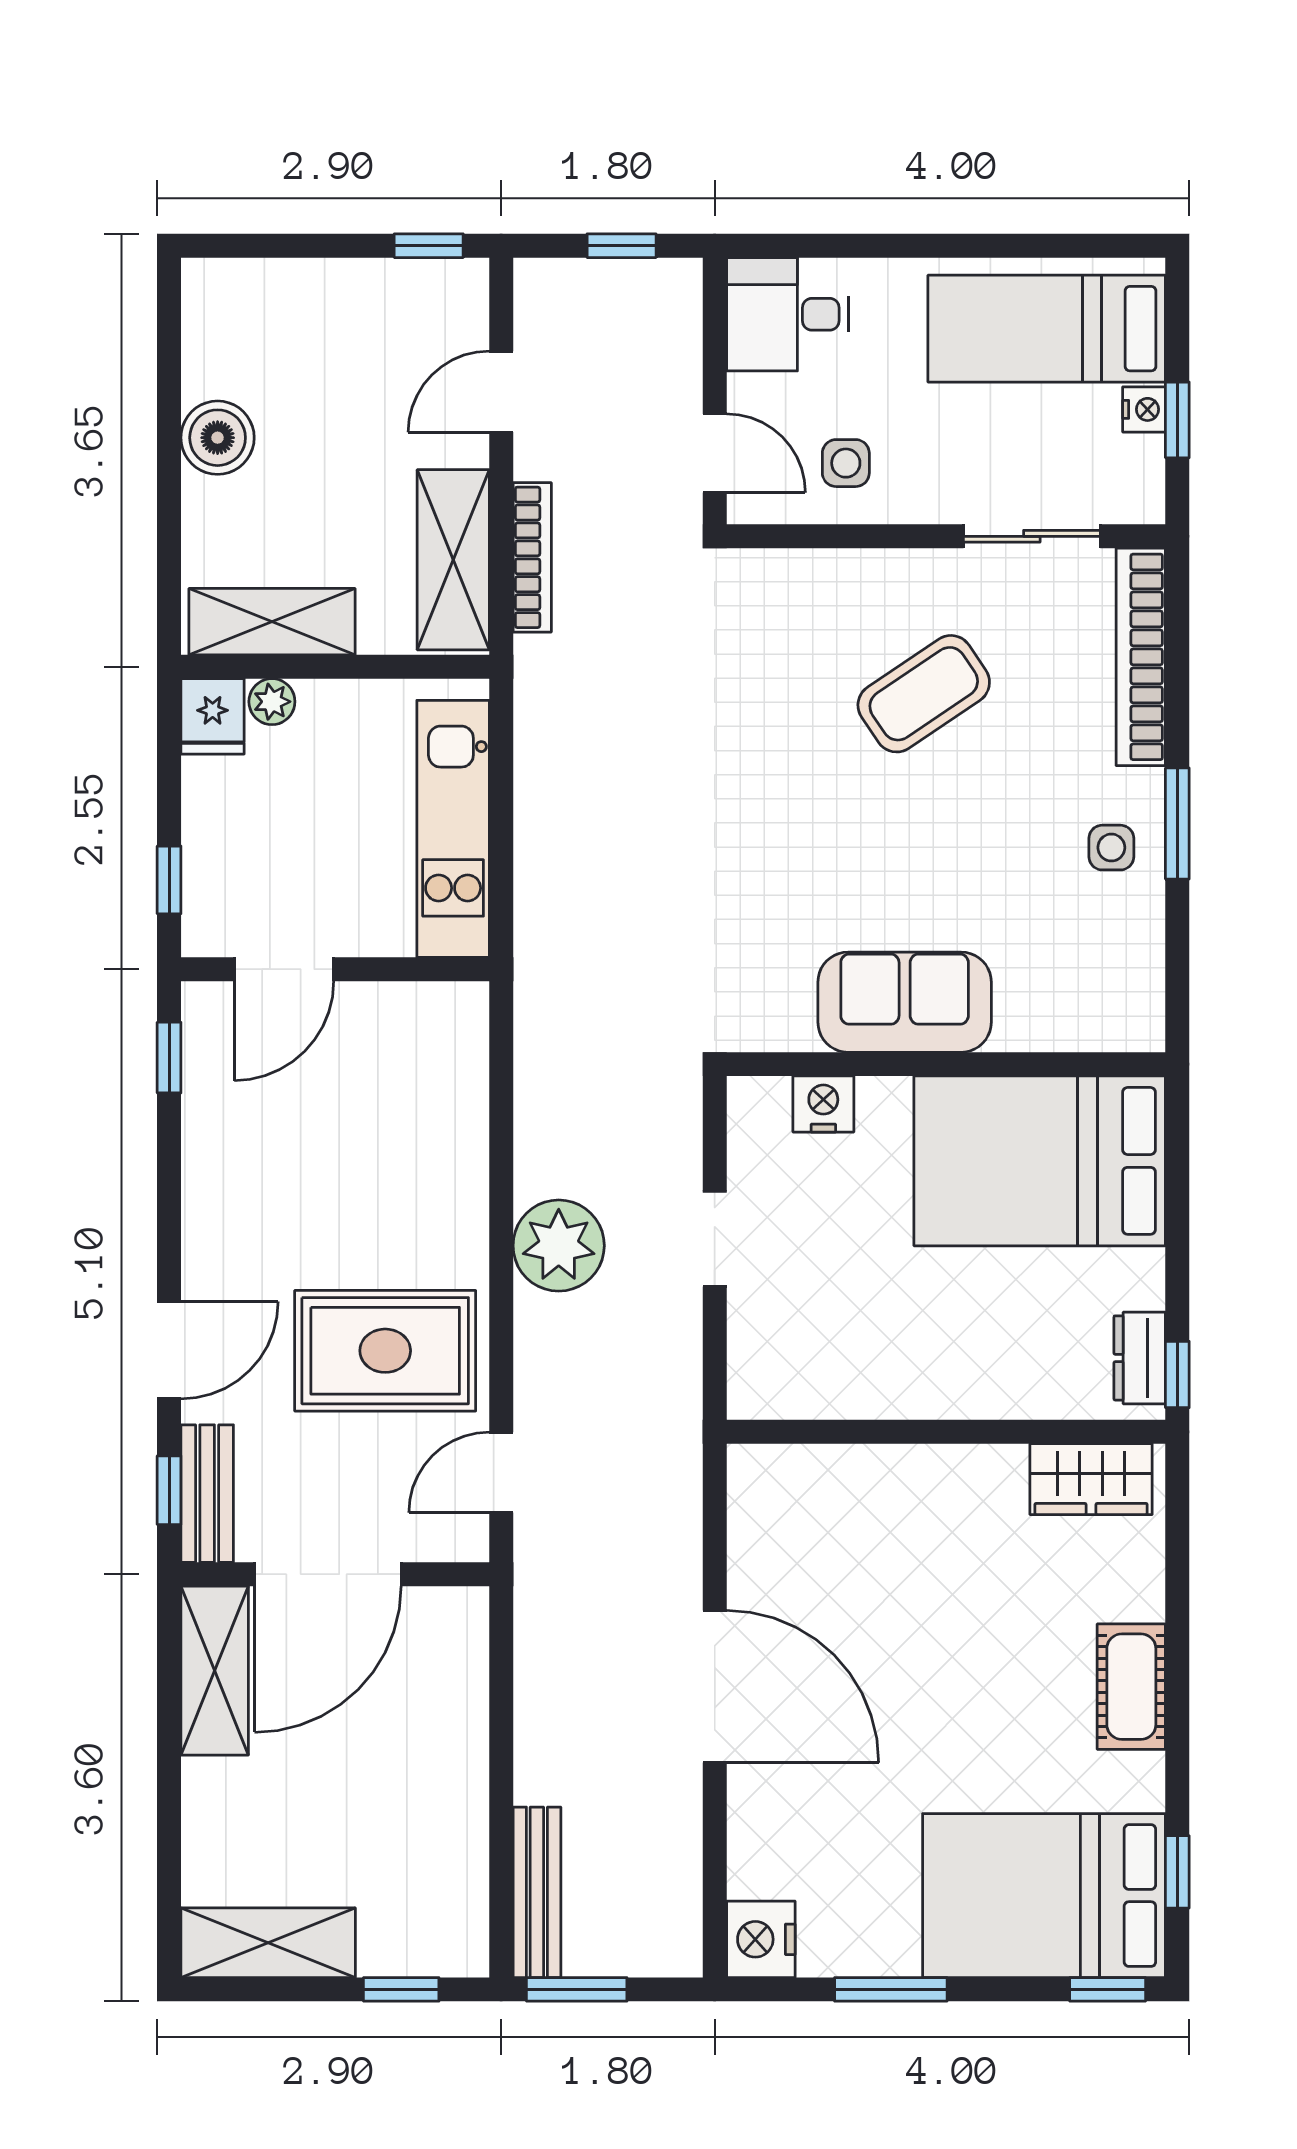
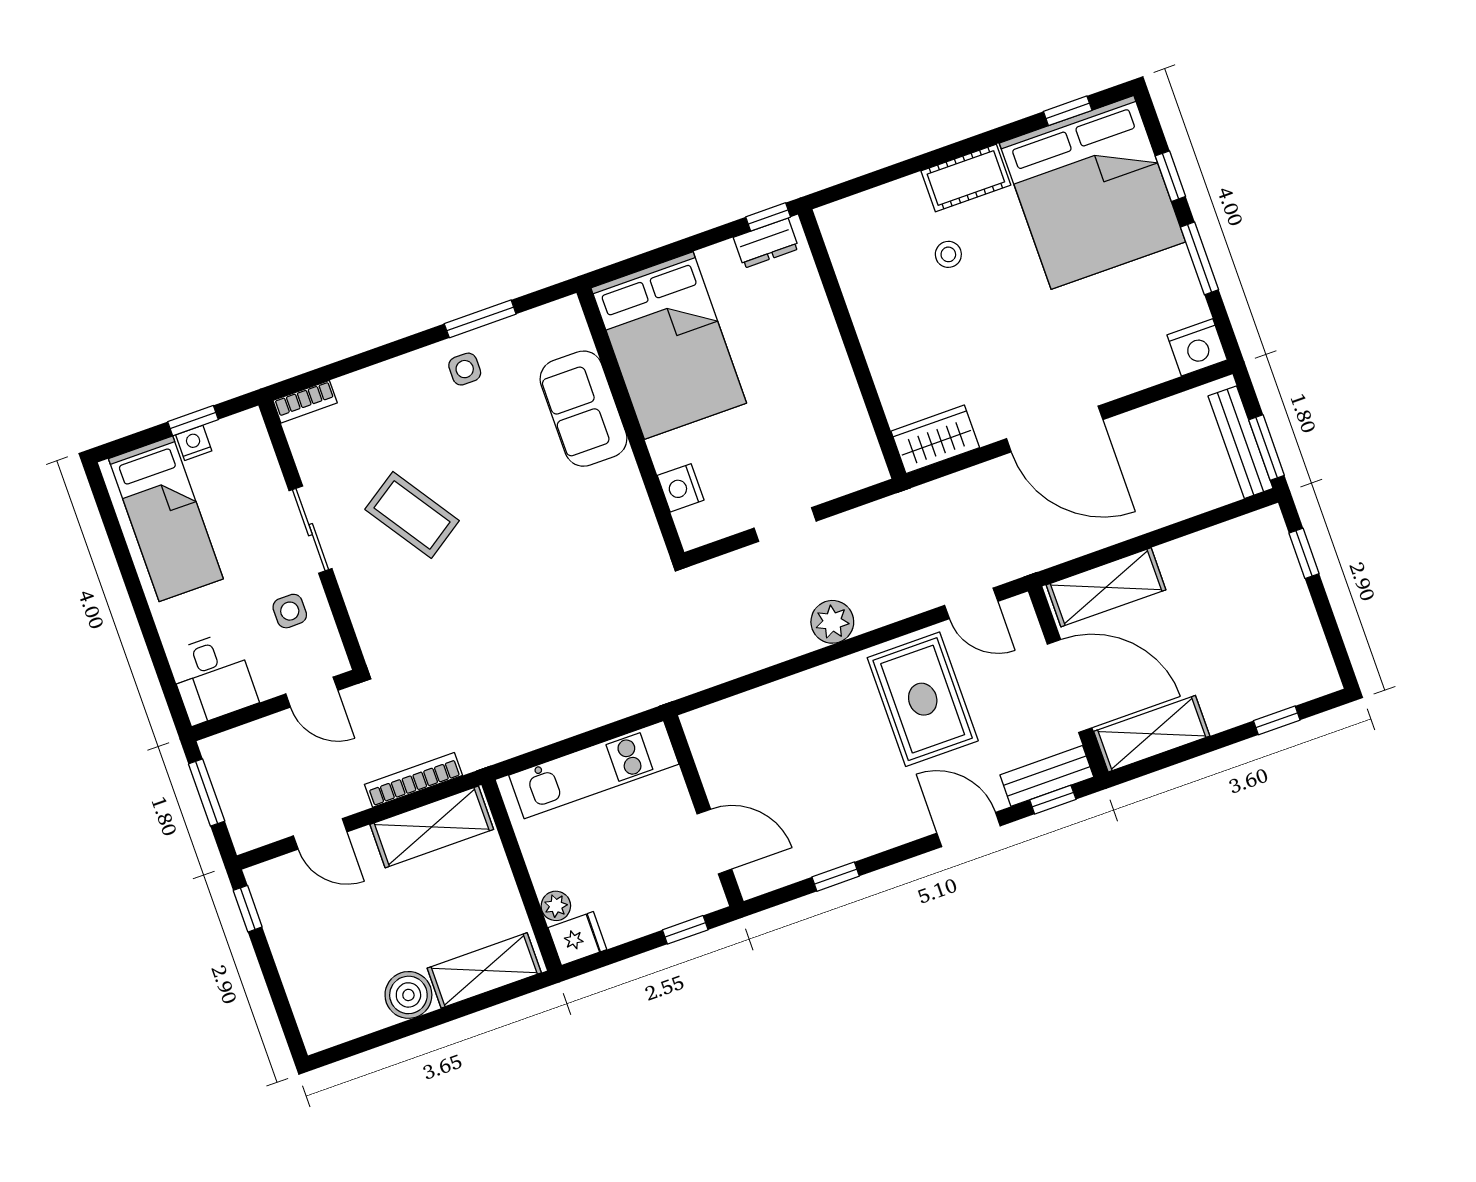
window: (622, 246) -> (207, 793), width x1.50
door: (715, 453) -> (312, 692), swing flipped
sliding door: (1032, 536) -> (311, 530), moved
shelving: (272, 622) -> (484, 970), moved, turned 90
bookcase: (1141, 657) -> (305, 402), width x0.43, depth x0.76
window: (1177, 824) -> (480, 319), moved
sofa: (905, 1002) -> (584, 409), moved
window: (169, 1058) -> (836, 877), moved
plant: (559, 1246) -> (832, 622), width x0.73, depth x0.73
wardrobe: (1091, 1479) -> (935, 439), moved, turned -90
stool: (1028, 1621) -> (948, 254), added
door: (715, 1686) -> (1055, 429), swing flipped
window: (169, 1862) -> (1277, 720), added
bench: (537, 1892) -> (1240, 442), moved, turned 90
bed: (1044, 1896) -> (1092, 192), width x1.36
shelving: (268, 1943) -> (1106, 587), moved, turned 90
window: (1108, 1989) -> (1170, 176), moved

